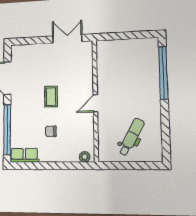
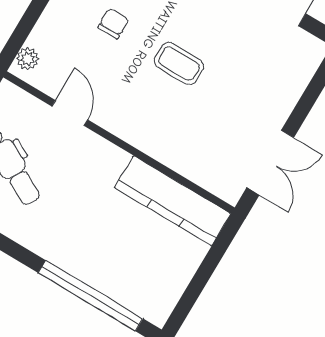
kitchen counter: (105, 65) -> (173, 201), added
door: (95, 103) -> (70, 113), moved

